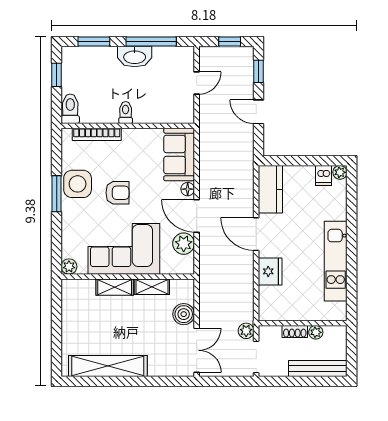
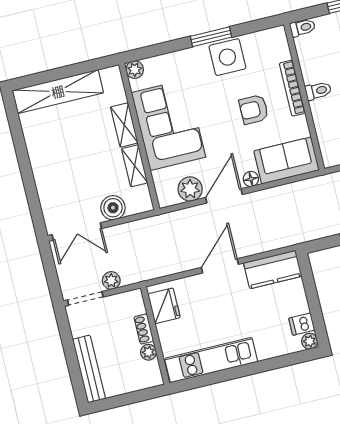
toilet: (70, 109) -> (303, 28), width x0.73, depth x0.72
bookcase: (97, 134) -> (292, 88), moved
armchair: (117, 193) -> (254, 109), moved, turned 90
fridge: (270, 271) -> (164, 306), moved, turned -90
wall: (303, 323) -> (155, 335), moved
shoe rack: (295, 331) -> (144, 329), moved
plant: (316, 332) -> (148, 352), moved
shelving: (108, 366) -> (58, 92), moved, turned 90

